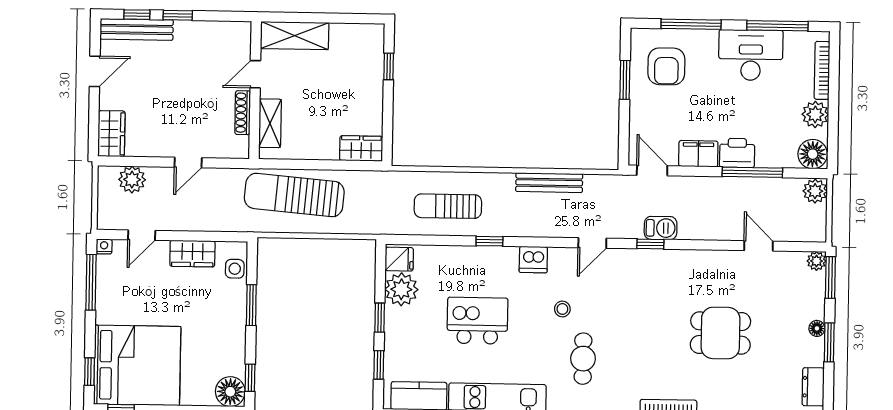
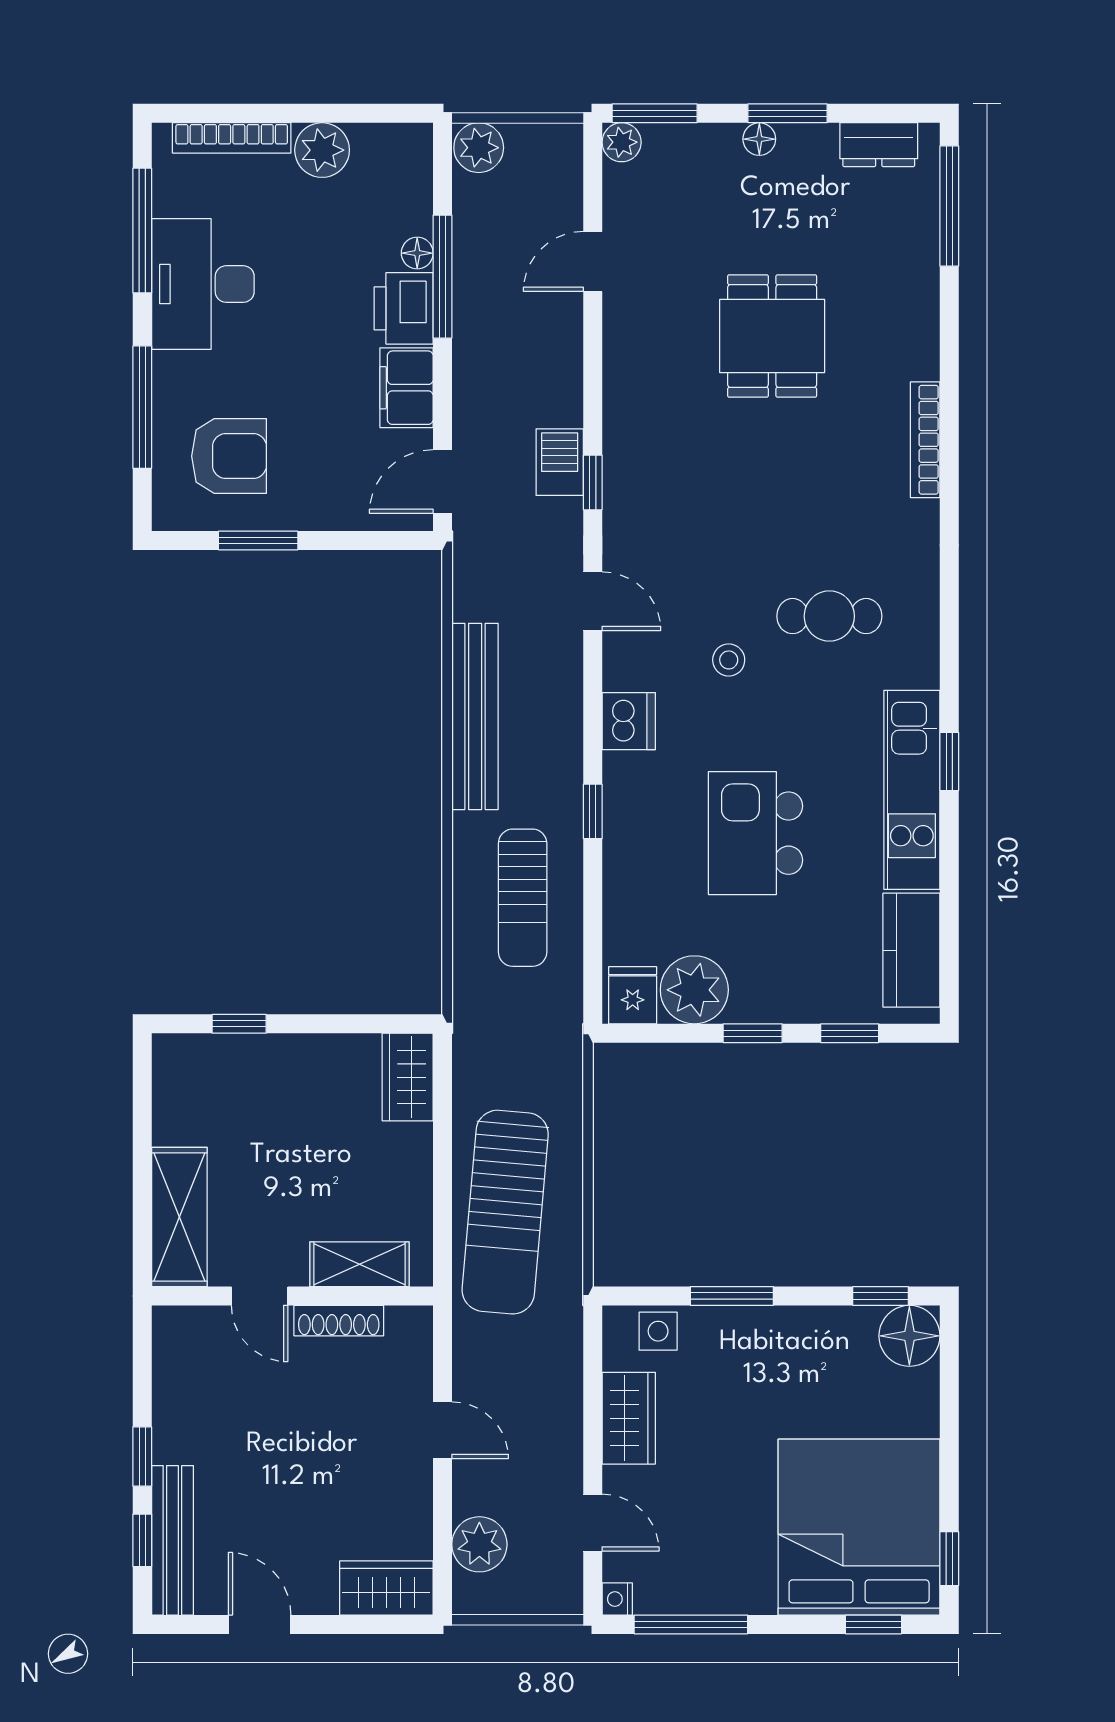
floor lamp: (813, 154) -> (417, 253), moved, width x0.53, depth x0.53
bench: (549, 183) -> (475, 716), width x1.37, depth x1.21

